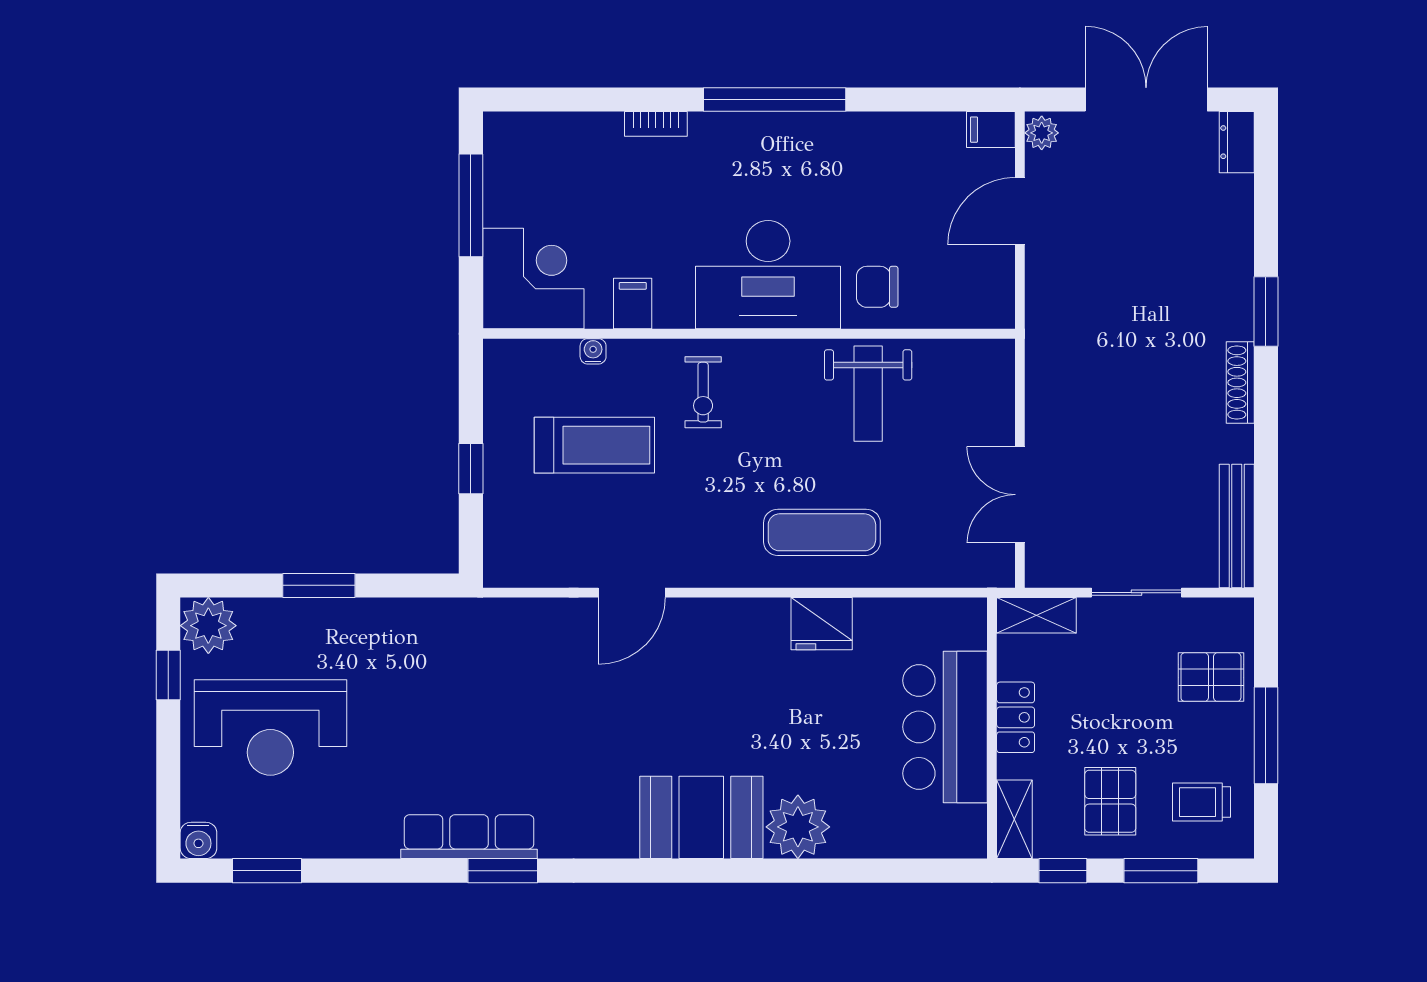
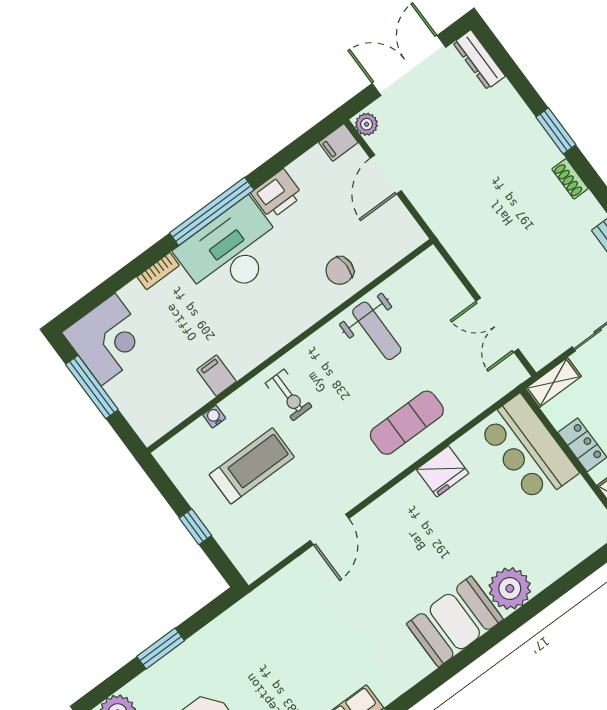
printer: (870, 137) -> (277, 194), added
dresser: (1237, 142) -> (479, 60), width x1.44
desk: (768, 275) -> (231, 251), moved, turned 180
corner desk: (533, 278) -> (108, 339), moved, turned 90
shoe rack: (1240, 382) -> (570, 179), width x0.70
bar counter: (945, 727) -> (528, 449), moved

